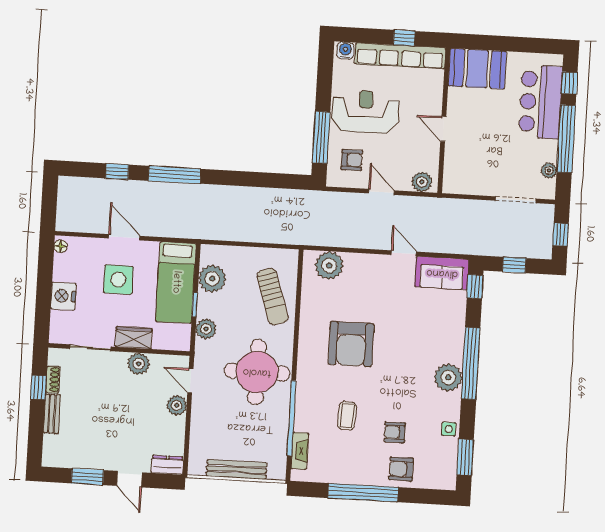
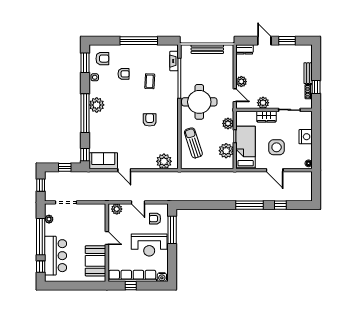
booth: (477, 69) -> (96, 261), moved, turned 90
armchair: (351, 344) -> (150, 120), width x0.53, depth x0.53
armchair: (401, 469) -> (102, 59), moved

